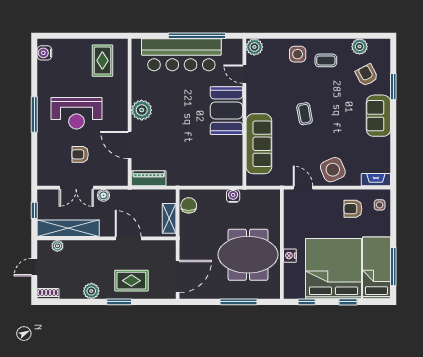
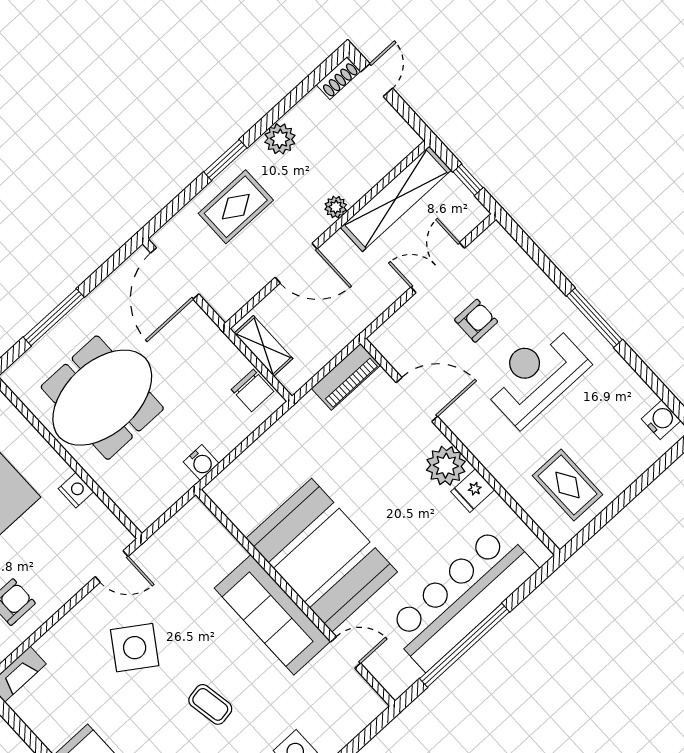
plant: (254, 47) -> (367, 705), removed
fridge: (140, 91) -> (473, 491), added
booth: (226, 111) -> (322, 555), width x1.36, depth x1.42
coffee table: (305, 114) -> (210, 704), moved
sofa: (259, 144) -> (272, 615), moved
side table: (333, 170) -> (135, 648), moved, turned -33
boiler: (103, 195) -> (388, 292), removed
plant: (57, 246) -> (336, 207), moved
nightstand: (290, 256) -> (76, 490), moved
door: (34, 267) -> (377, 80), moved

